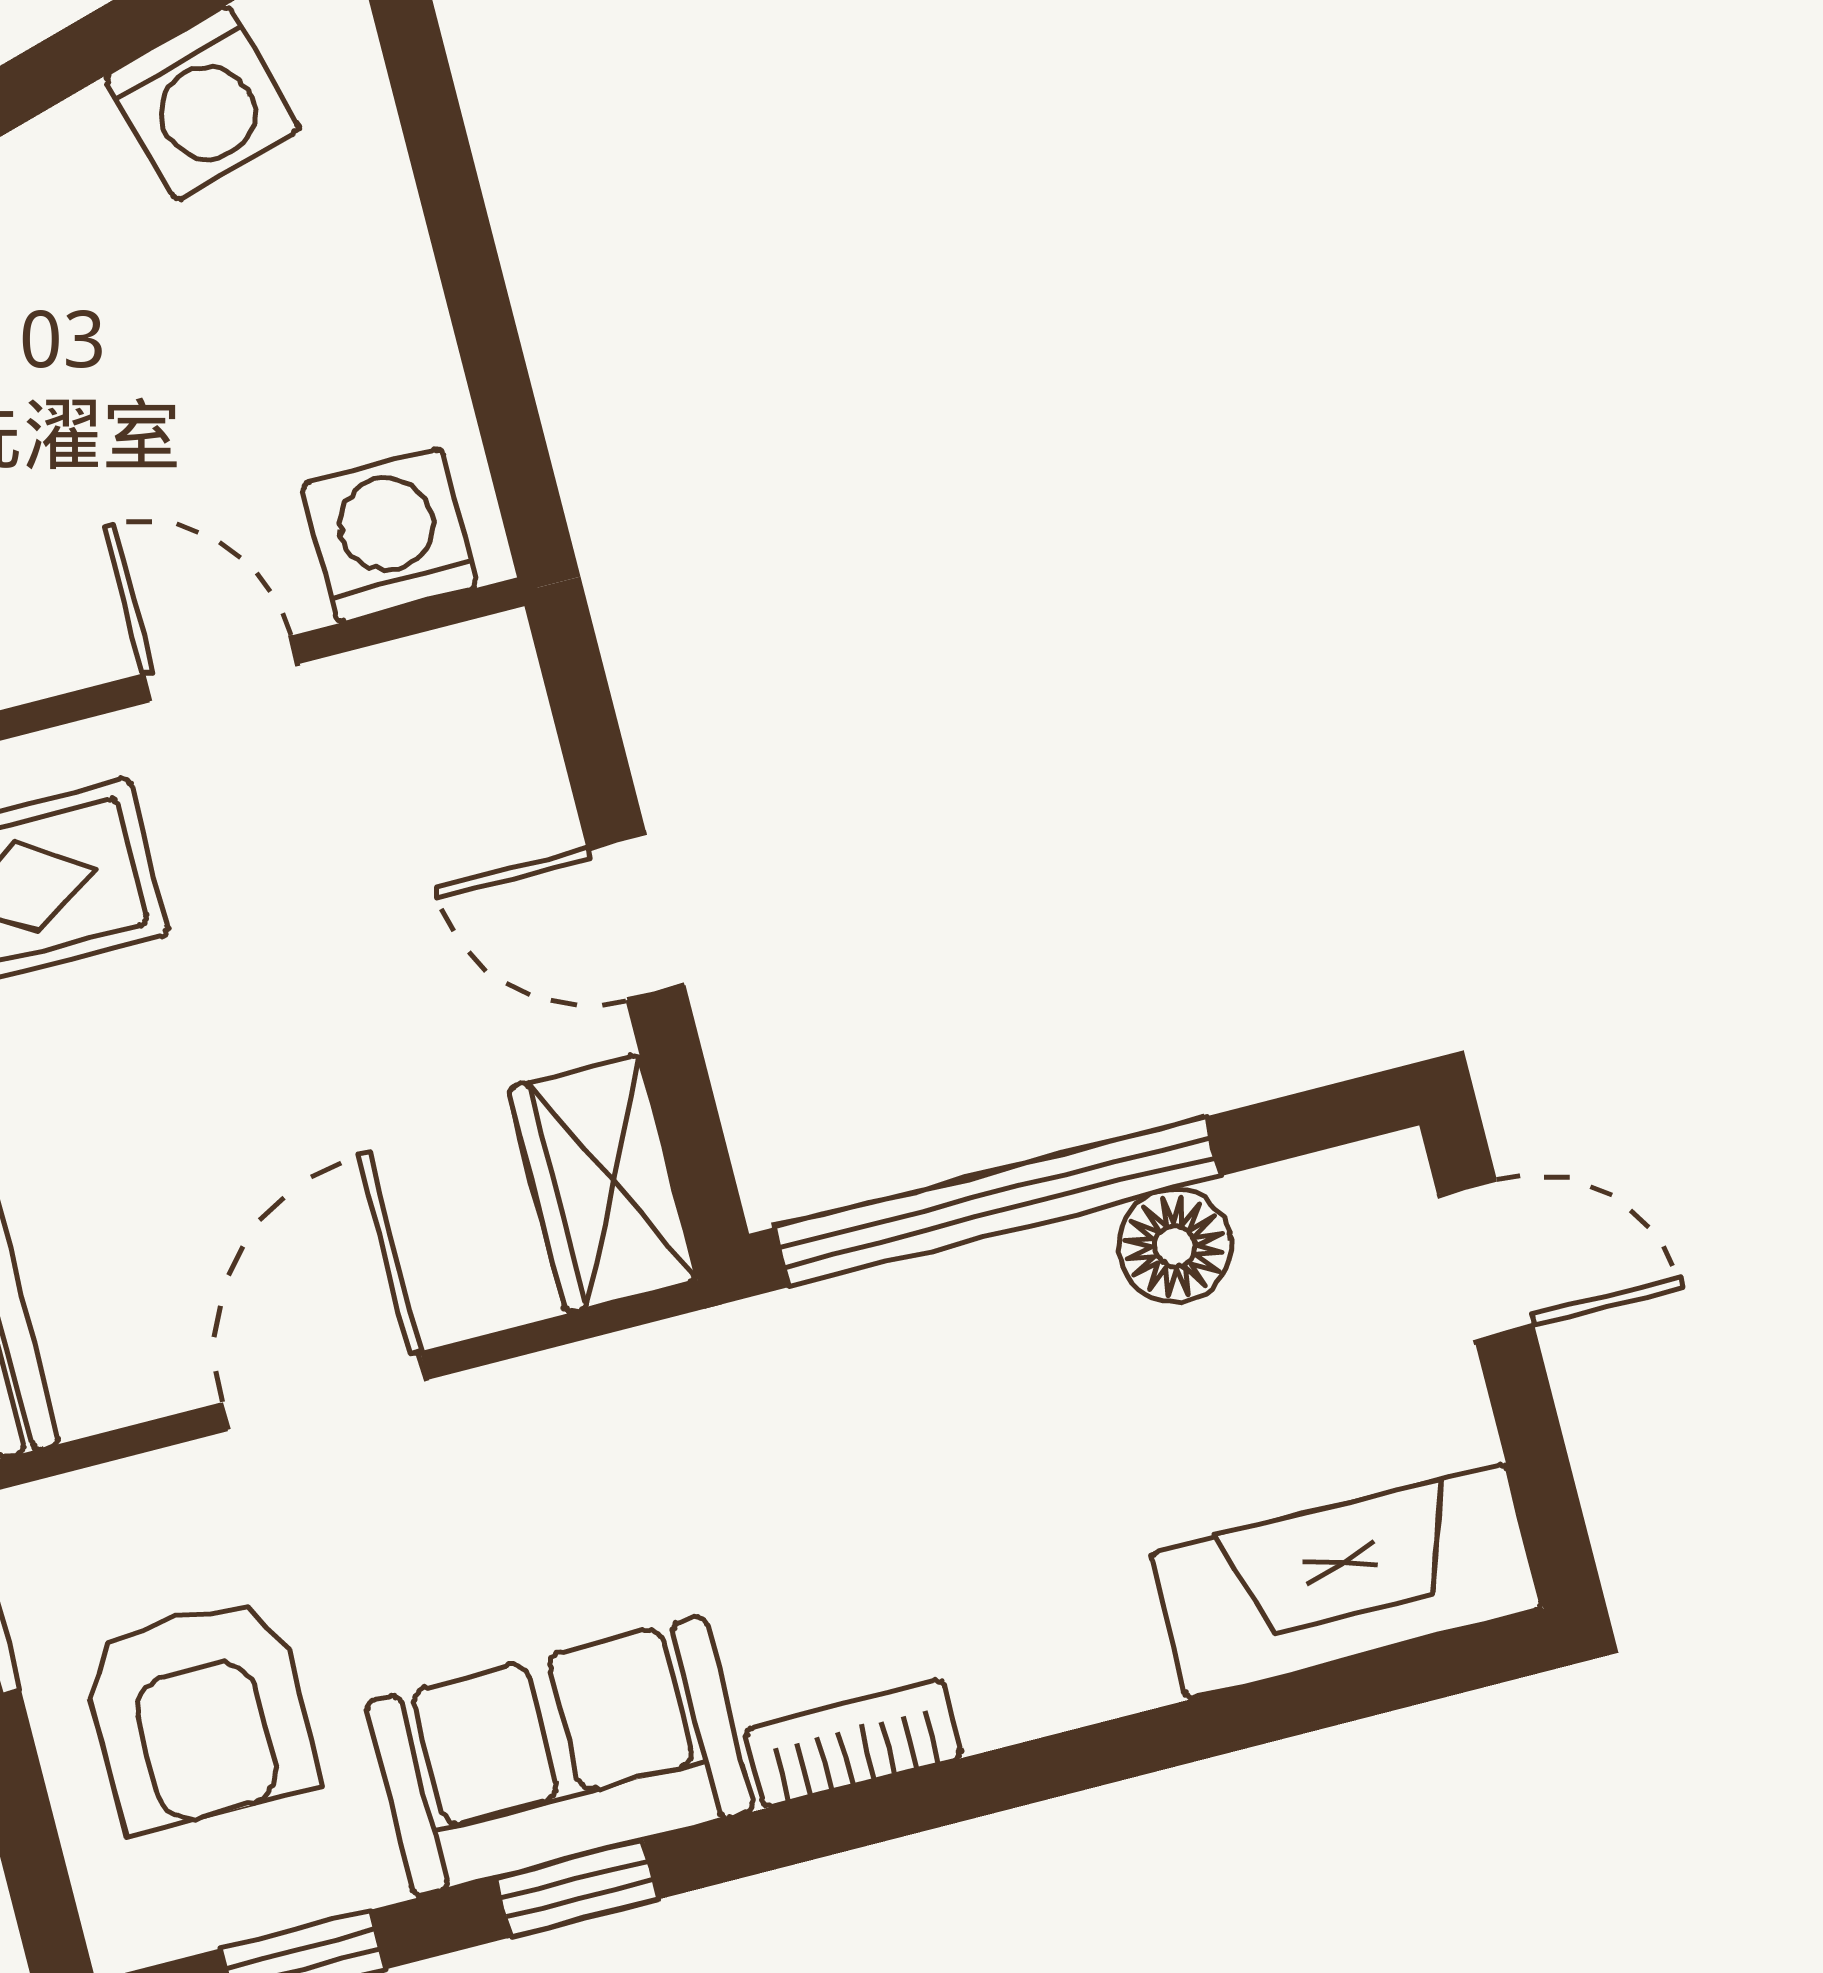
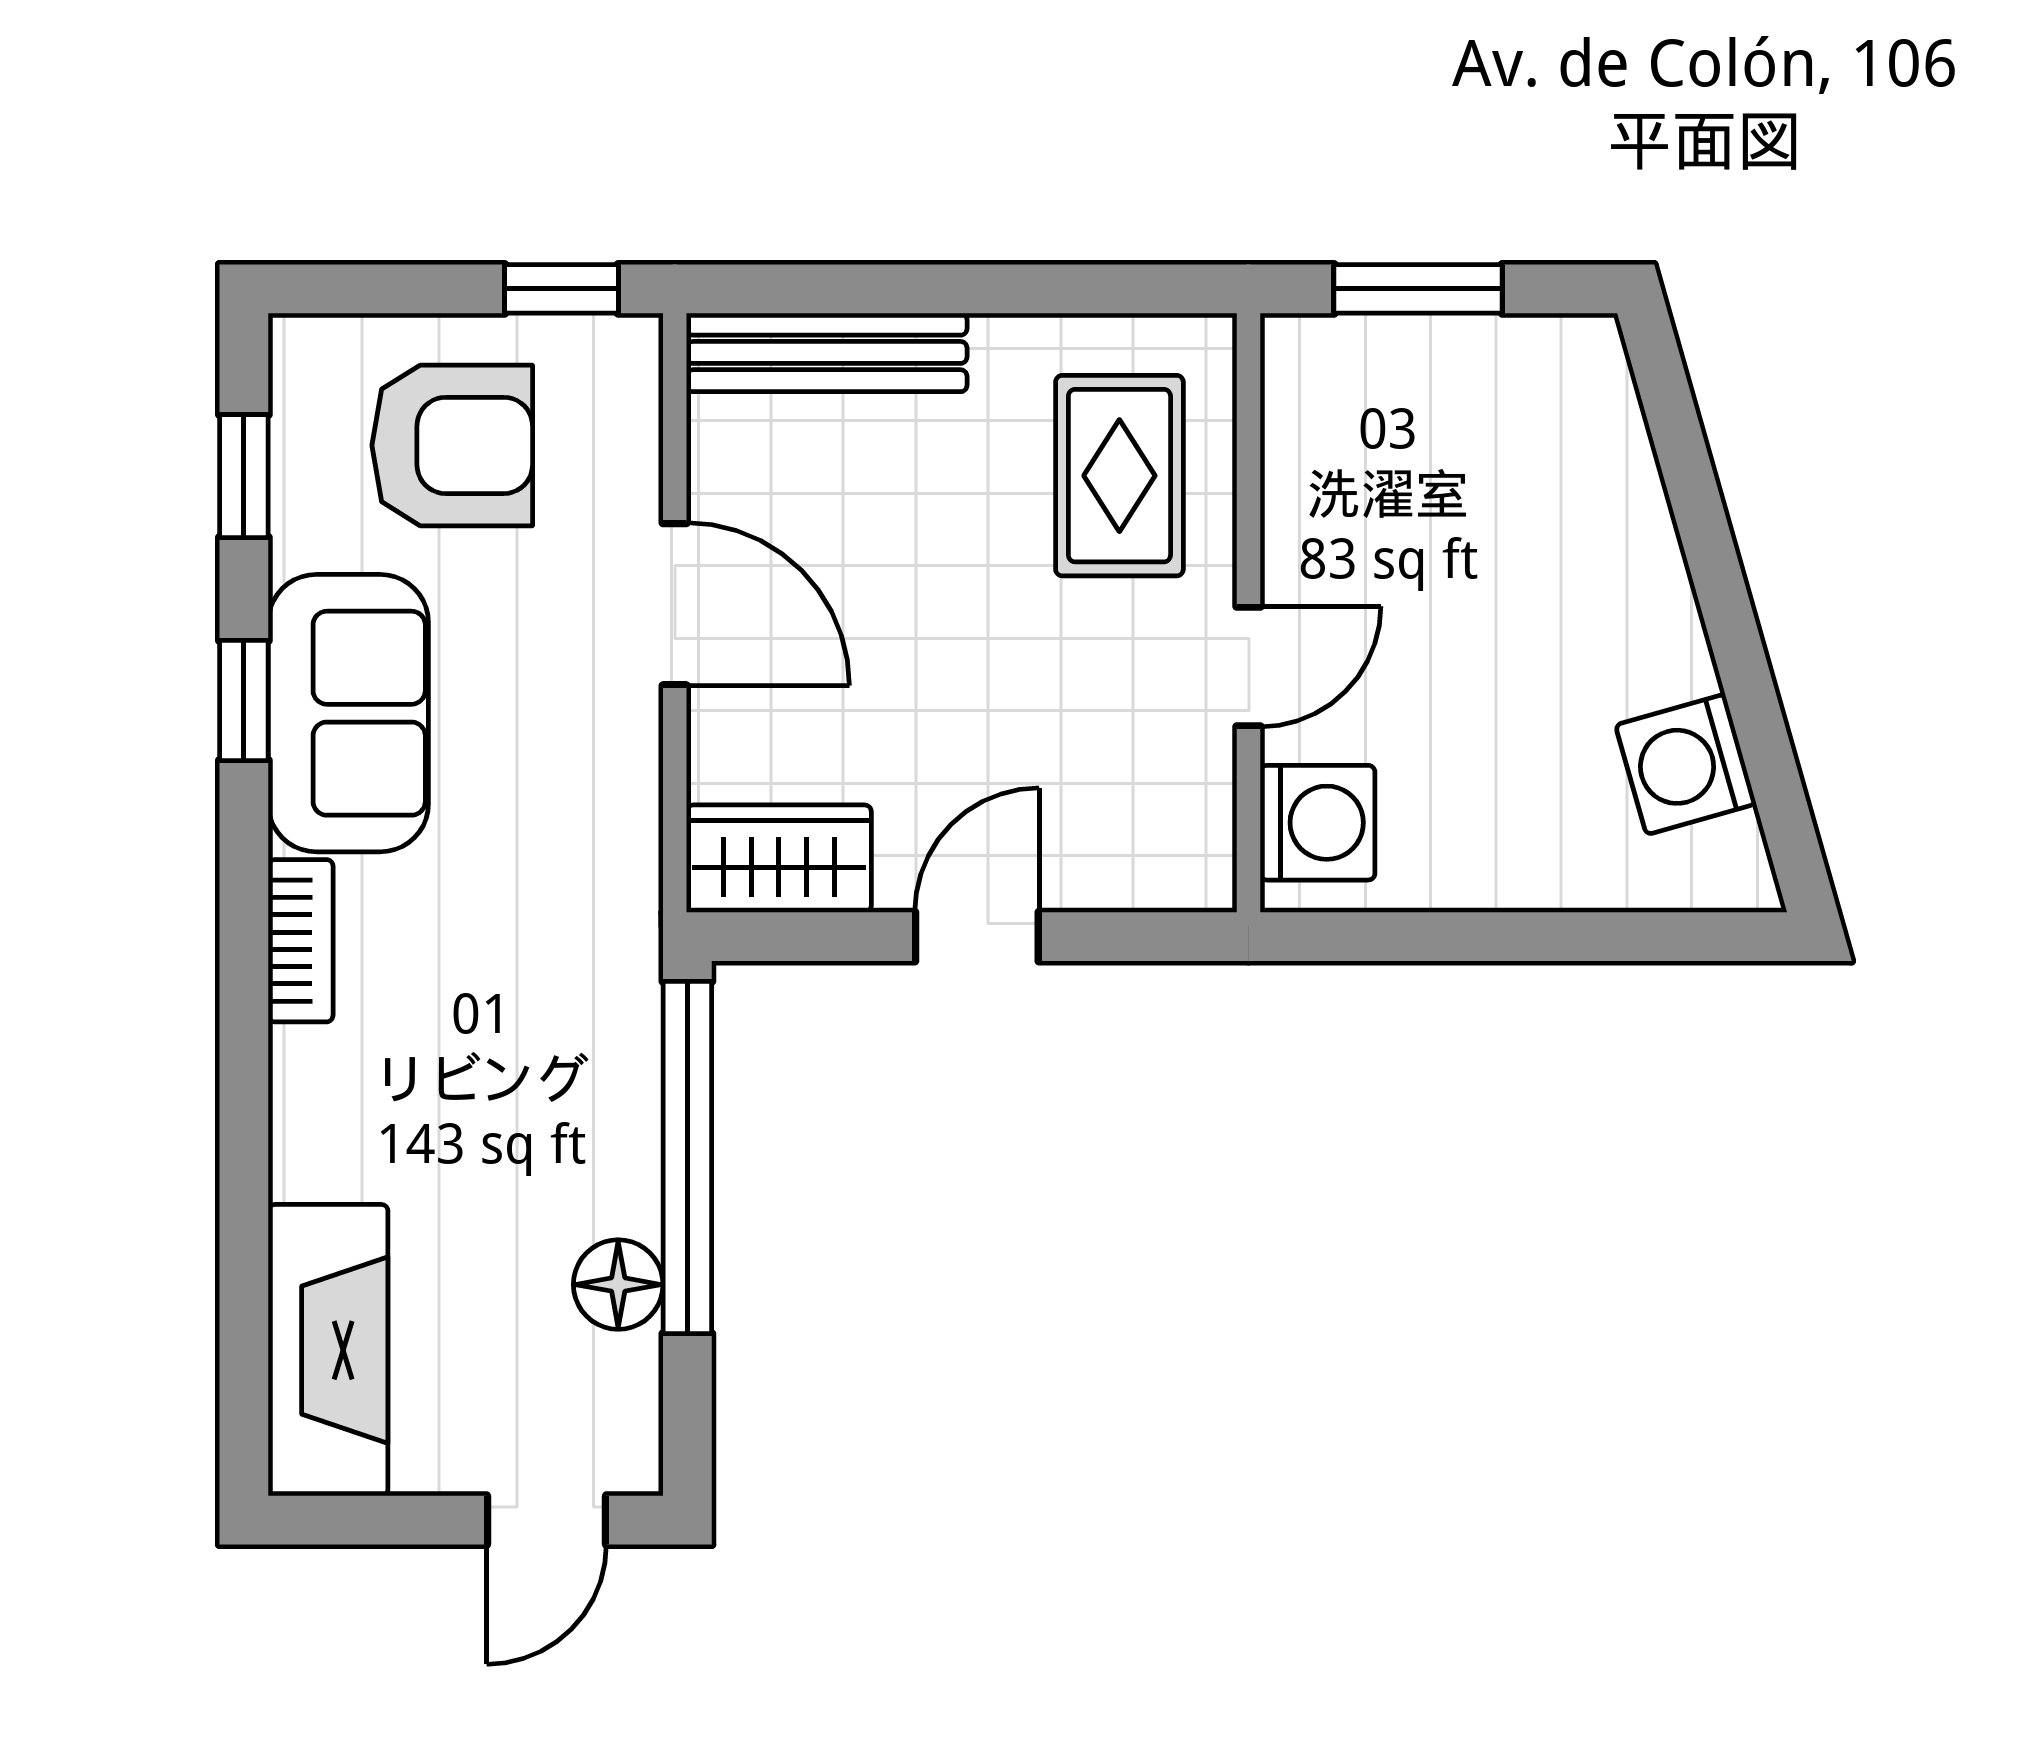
armchair: (200, 1713) -> (452, 445), turned 180

